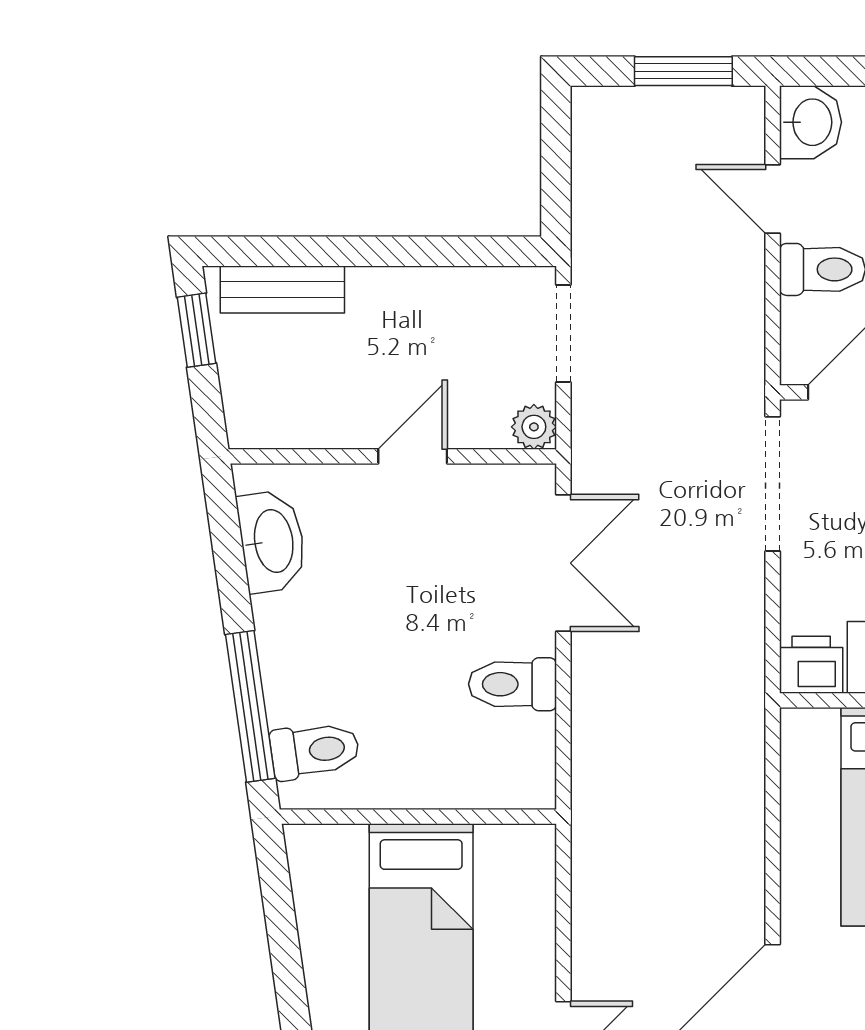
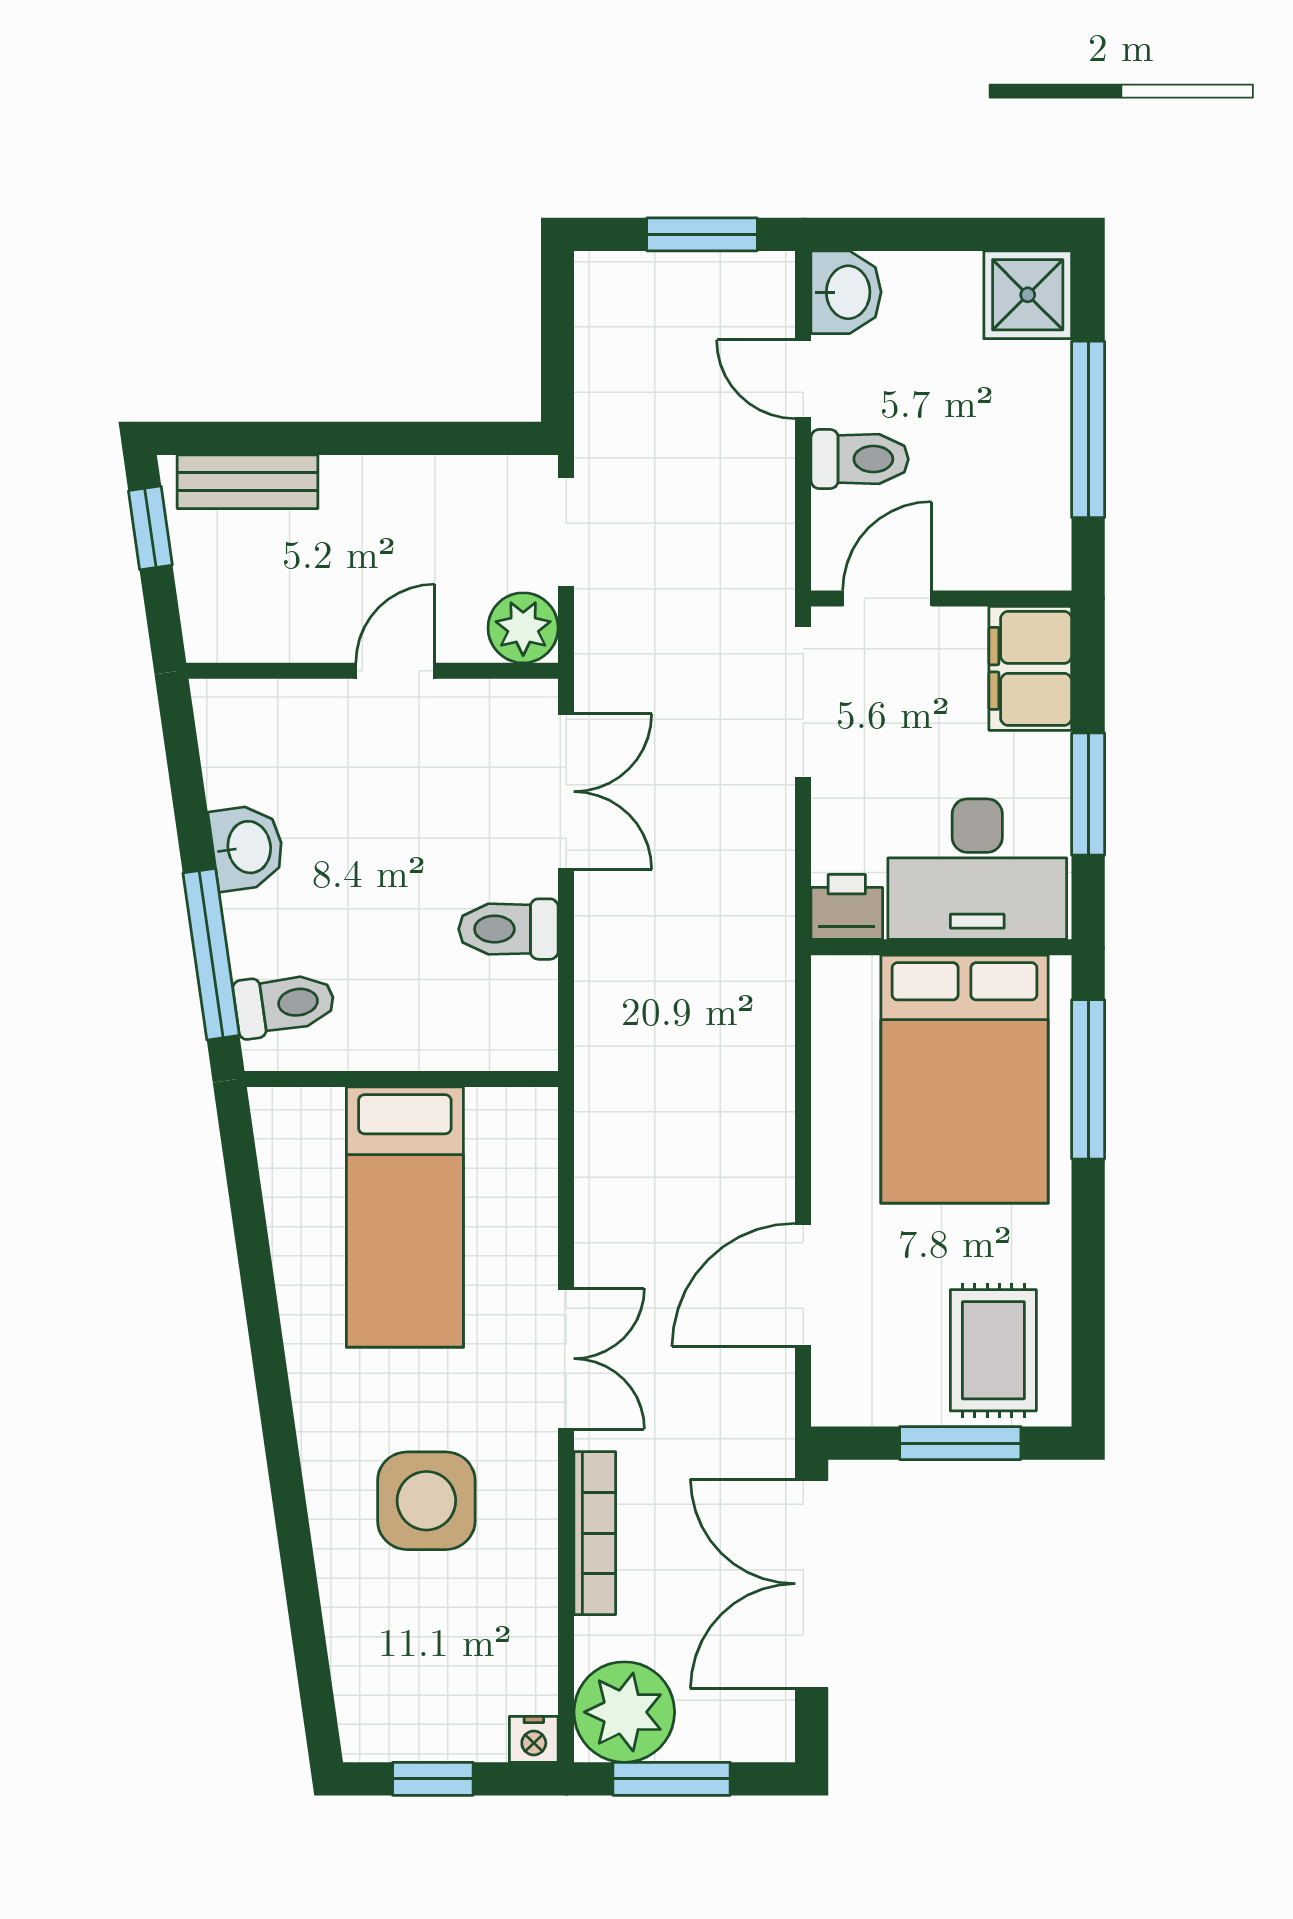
plant: (534, 427) -> (523, 628), width x1.38, depth x1.38
washbasin: (272, 541) -> (247, 847), moved, width x0.72

